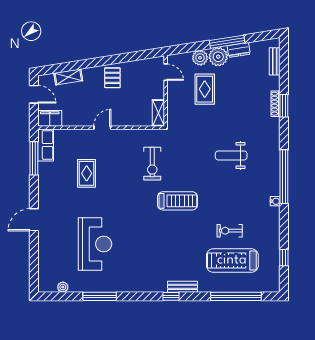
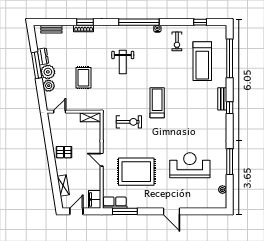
rug: (205, 89) -> (83, 78), moved, turned 90
rug: (87, 173) -> (136, 172), width x1.86, depth x2.06
exercise bike: (230, 231) -> (177, 41), moved

